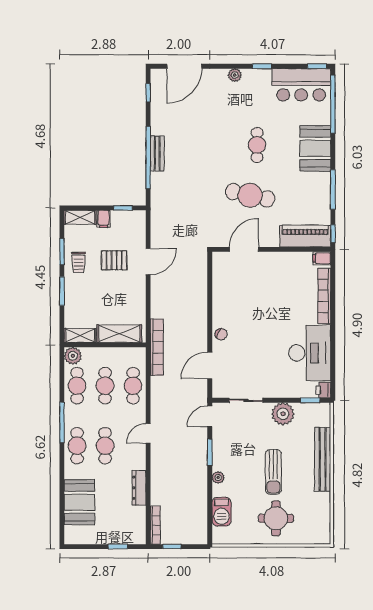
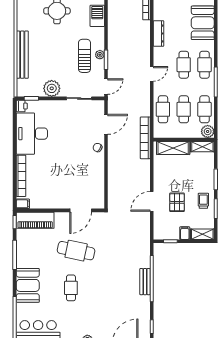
pallet: (114, 260) -> (177, 202), turned 90
sun lounger: (273, 472) -> (84, 56), moved
plant: (218, 477) -> (100, 55), moved

